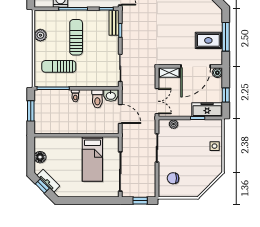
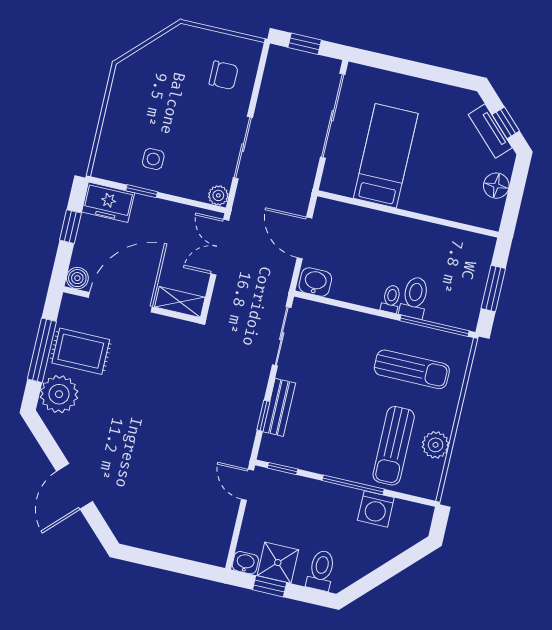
plant: (214, 19) -> (59, 394), added
bench: (114, 23) -> (279, 407), moved
sun lounger: (76, 37) -> (394, 446), moved
toilet: (97, 99) -> (415, 297), moved
freezer: (207, 110) -> (108, 202), width x0.71
plant: (174, 124) -> (218, 195), moved
side table: (215, 146) -> (153, 159), moved

